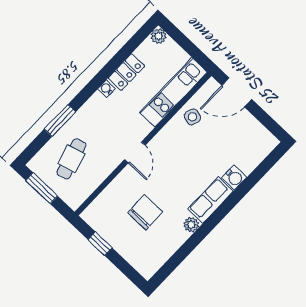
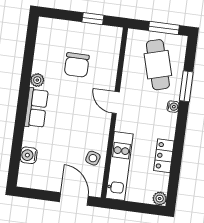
water cooler: (106, 89) -> (173, 107), moved
door: (237, 92) -> (74, 199), hinge flipped
cafe table: (71, 159) -> (158, 65), width x1.37, depth x1.35
water cooler: (234, 177) -> (29, 155), moved

